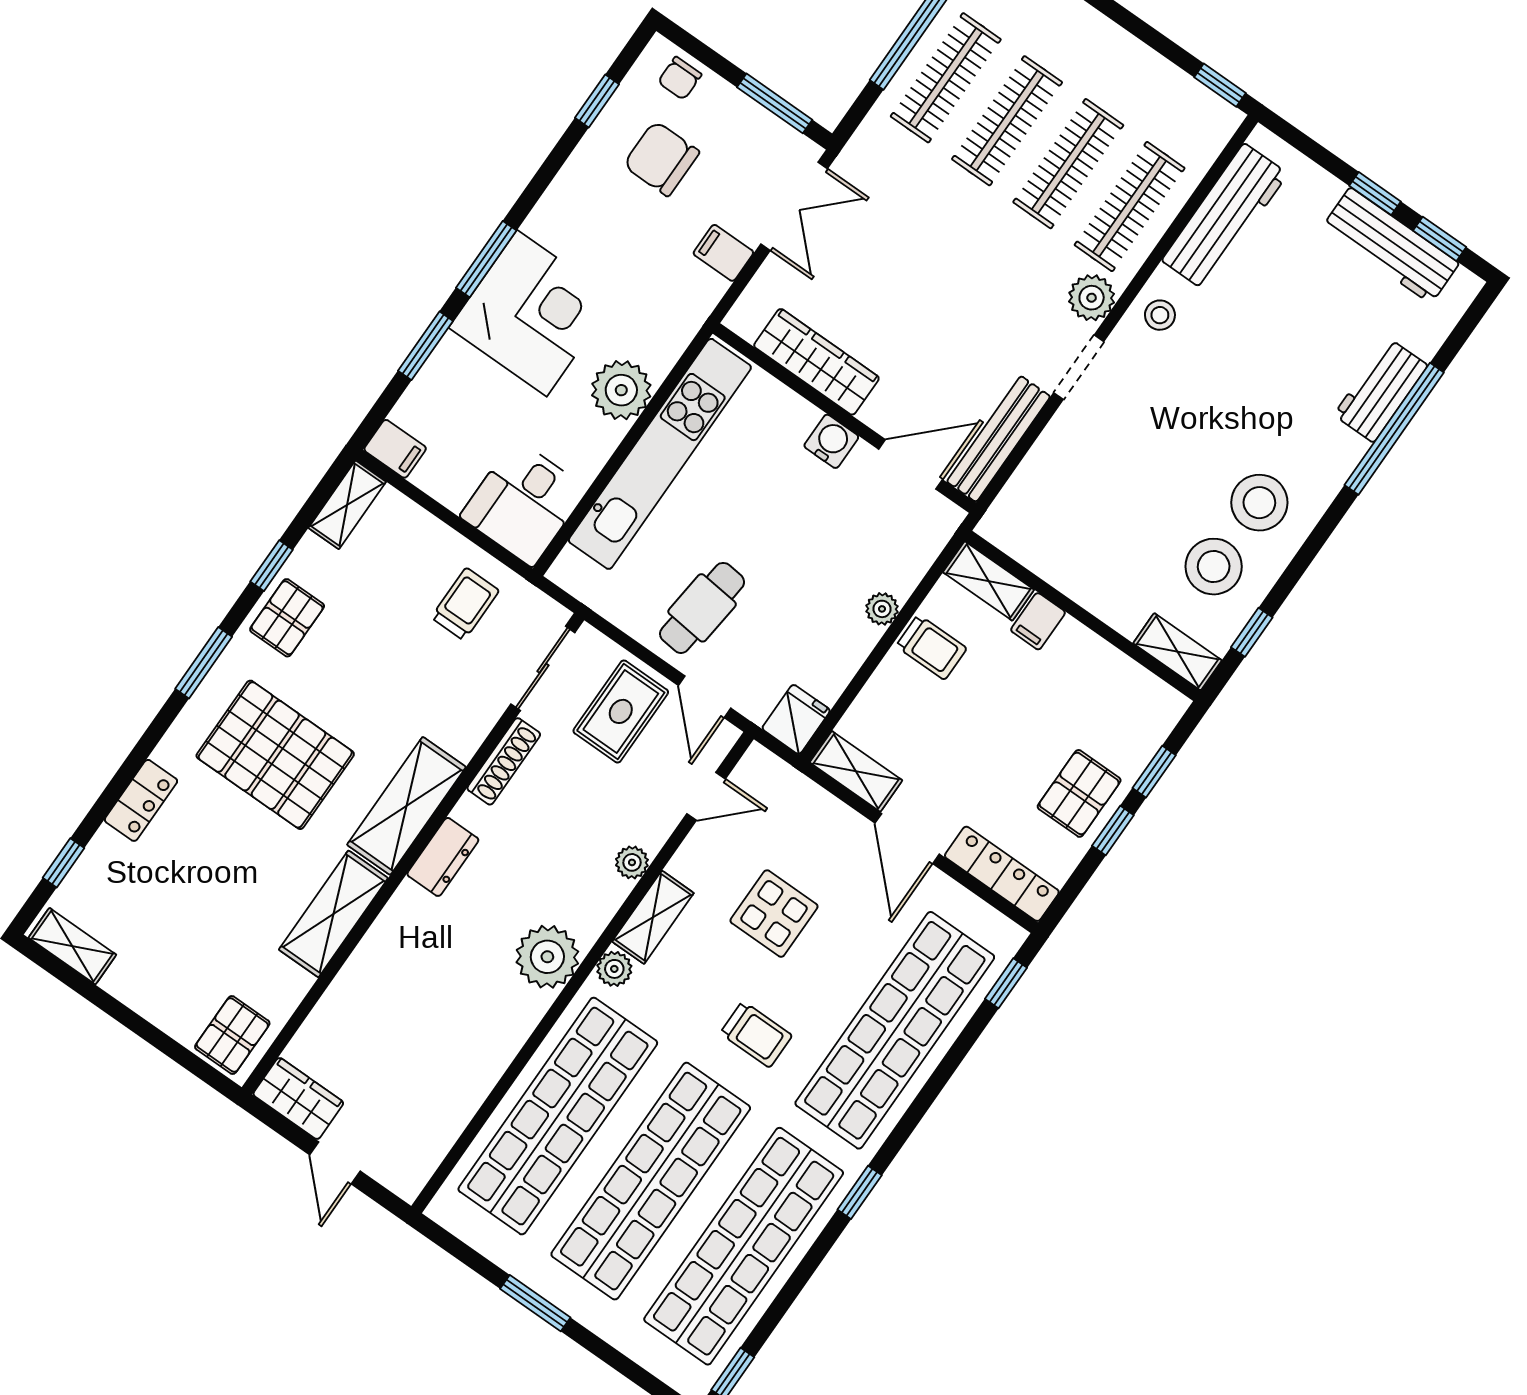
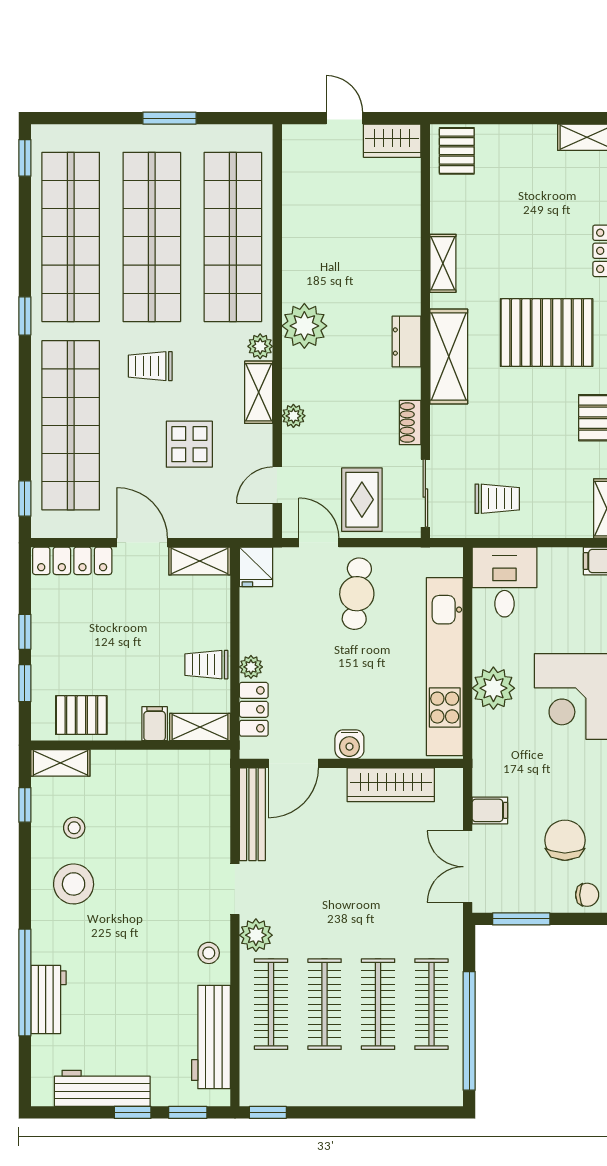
chair: (680, 78) -> (587, 895), turned 90
chair: (661, 159) -> (565, 840), turned -90
window: (1440, 239) -> (188, 1112), moved
locker: (913, 558) -> (254, 709), added
stool: (1214, 567) -> (74, 828), width x0.53, depth x0.53
trolley: (465, 604) -> (497, 499), turned -90
shoe rack: (504, 761) -> (410, 422), width x0.70
pallet: (1079, 793) -> (81, 715), moved, turned 90
shelving: (333, 914) -> (443, 263), width x0.67, depth x0.75

